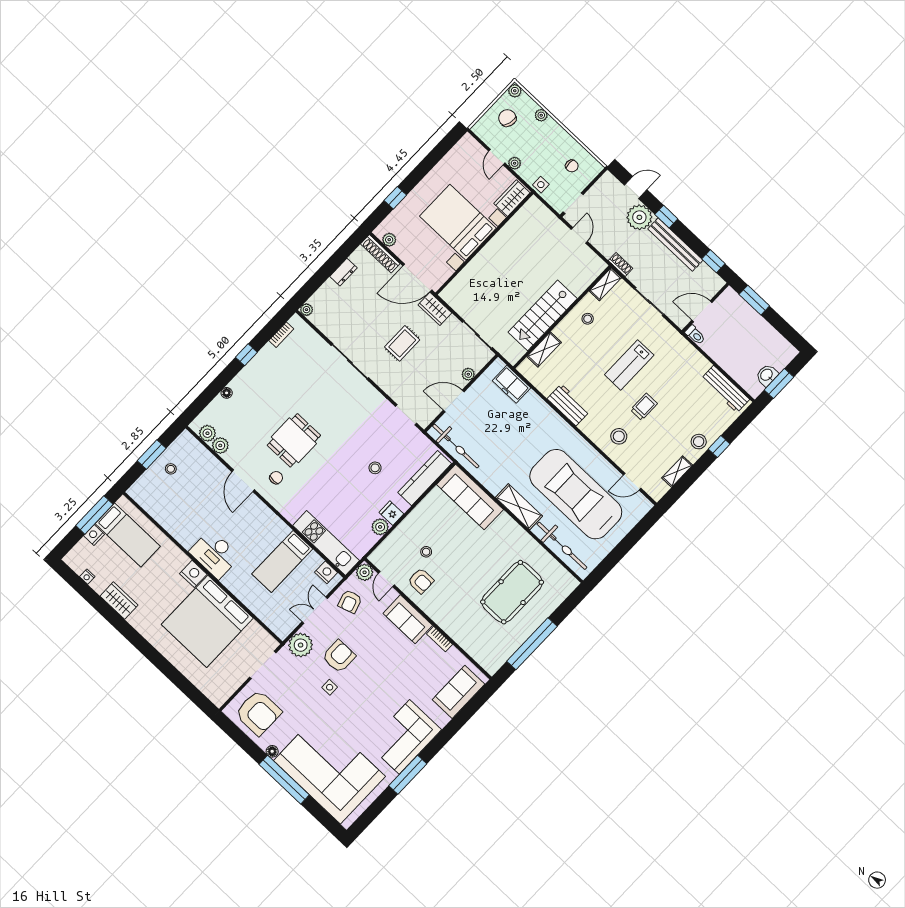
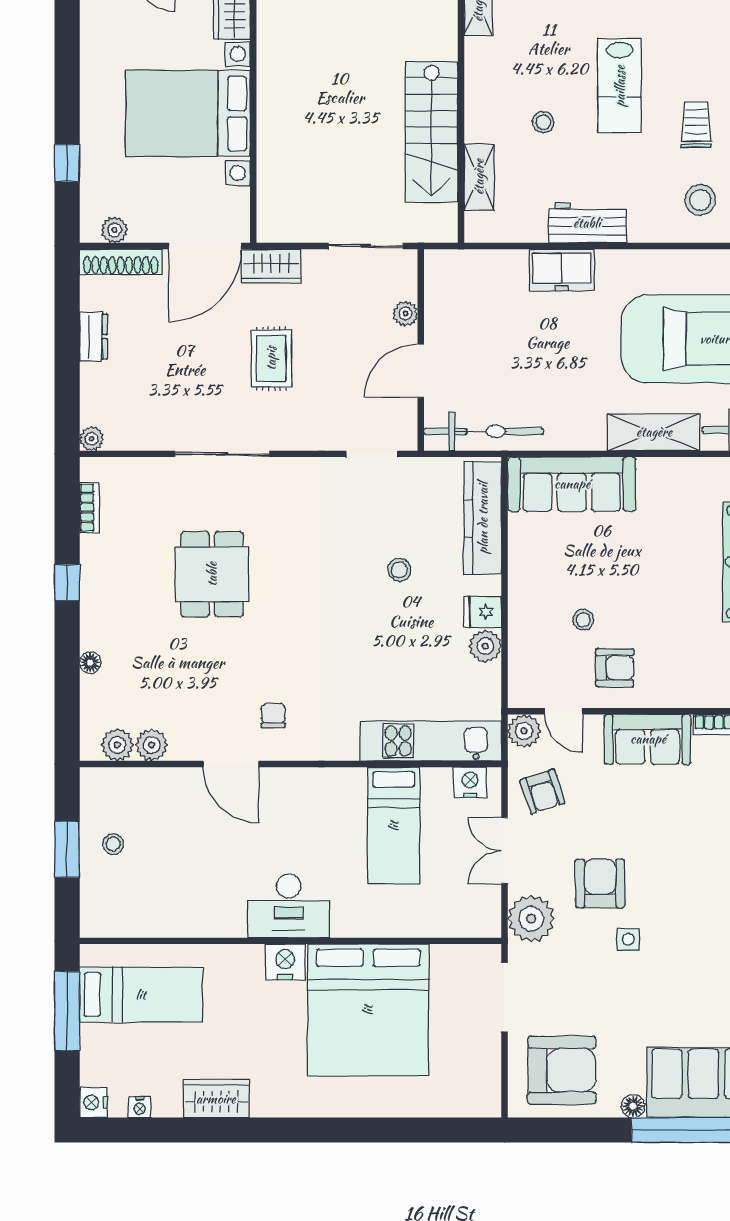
stool: (588, 319) -> (543, 122), moved
freezer: (511, 384) -> (562, 270), moved
dining table: (294, 440) -> (212, 574), moved
nightstand: (94, 535) -> (93, 1103), moved

